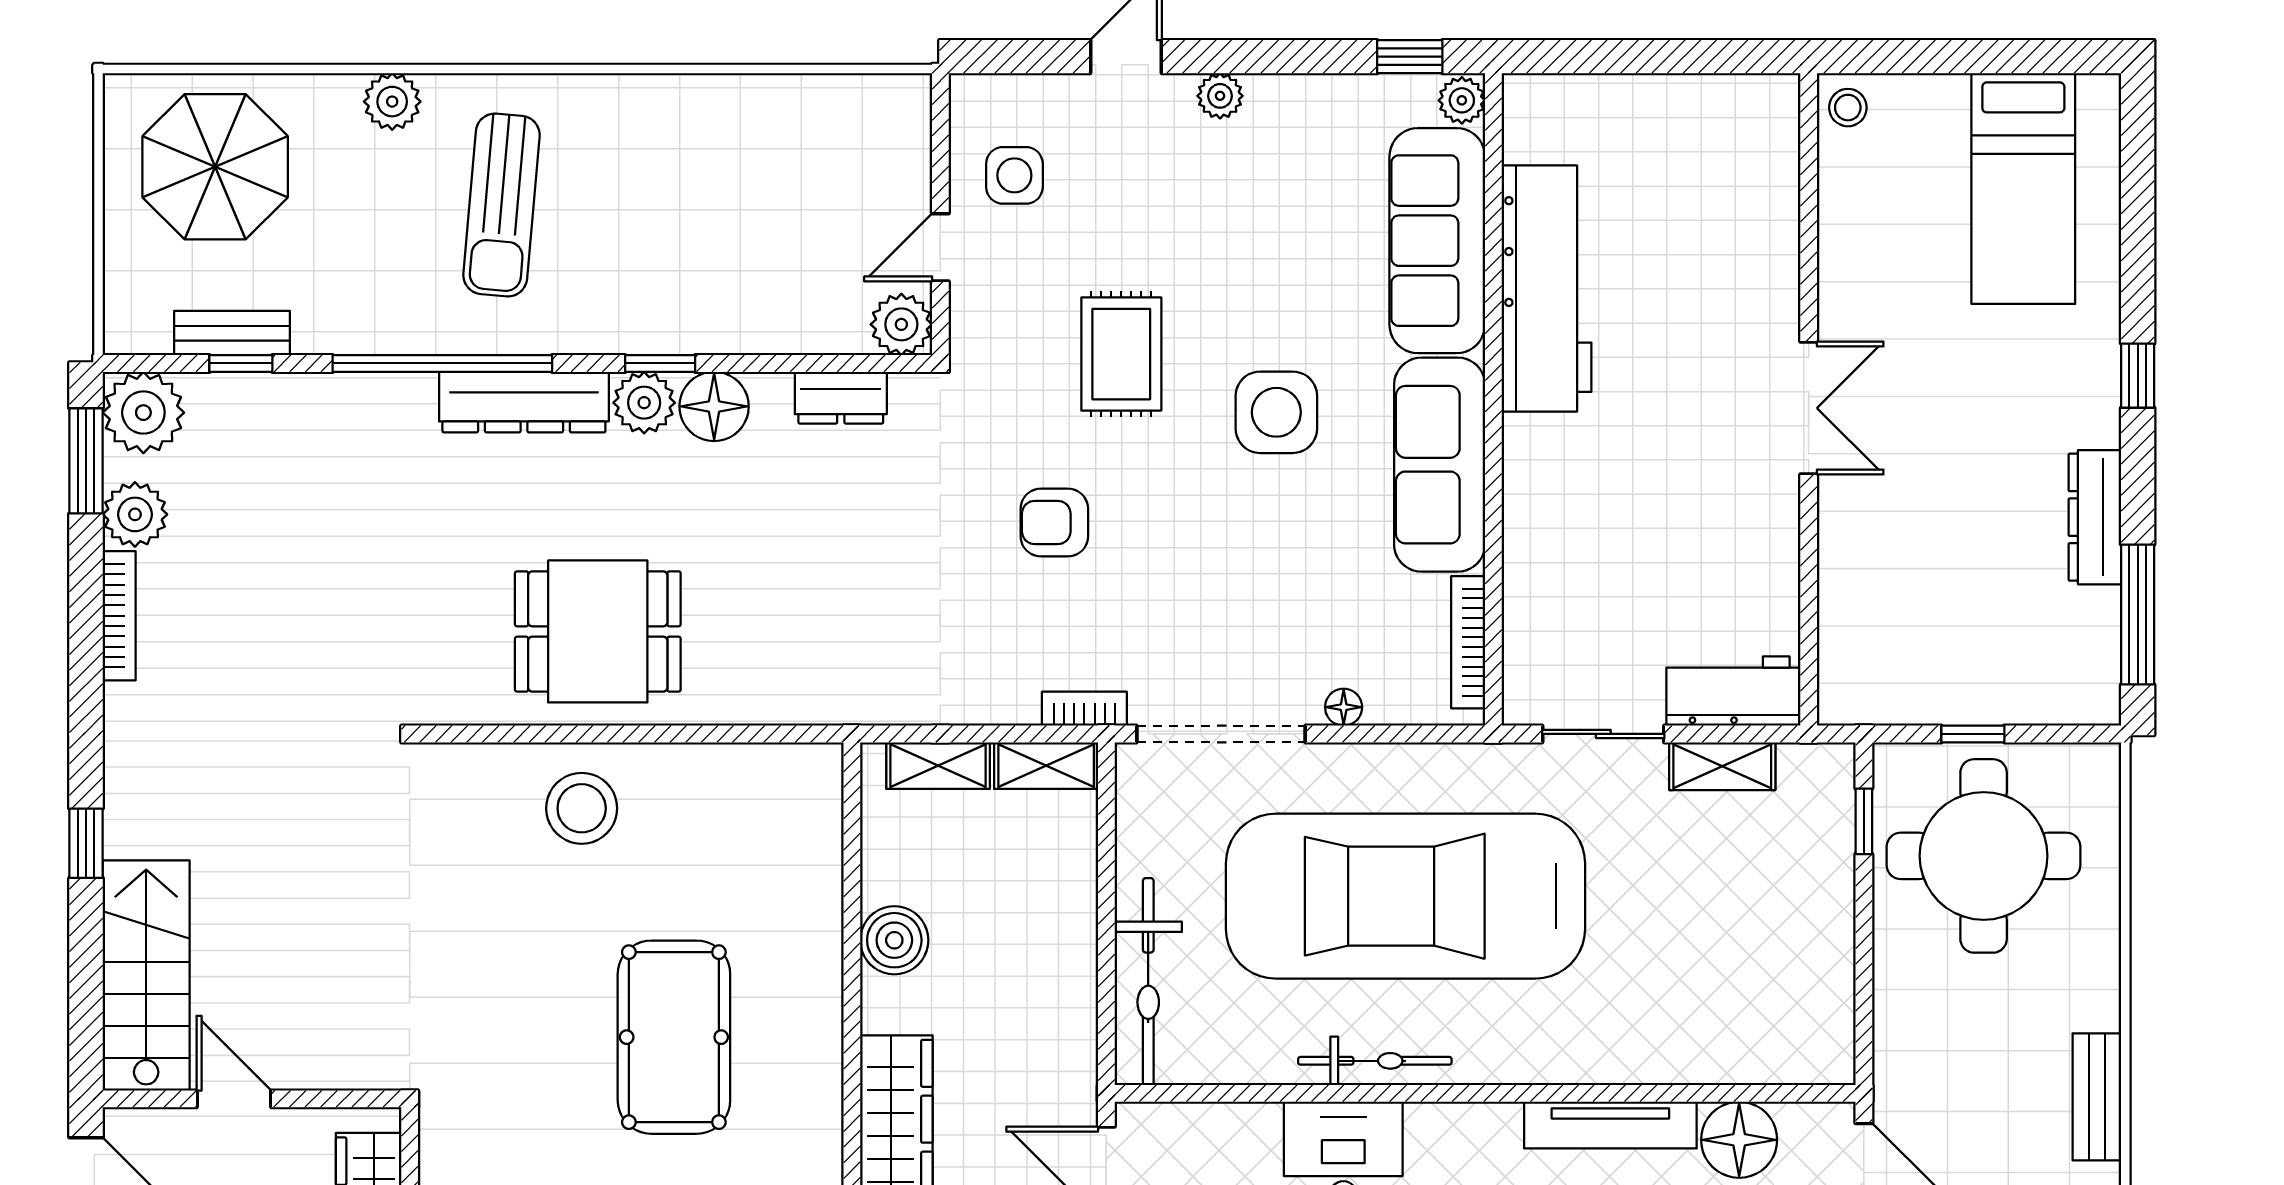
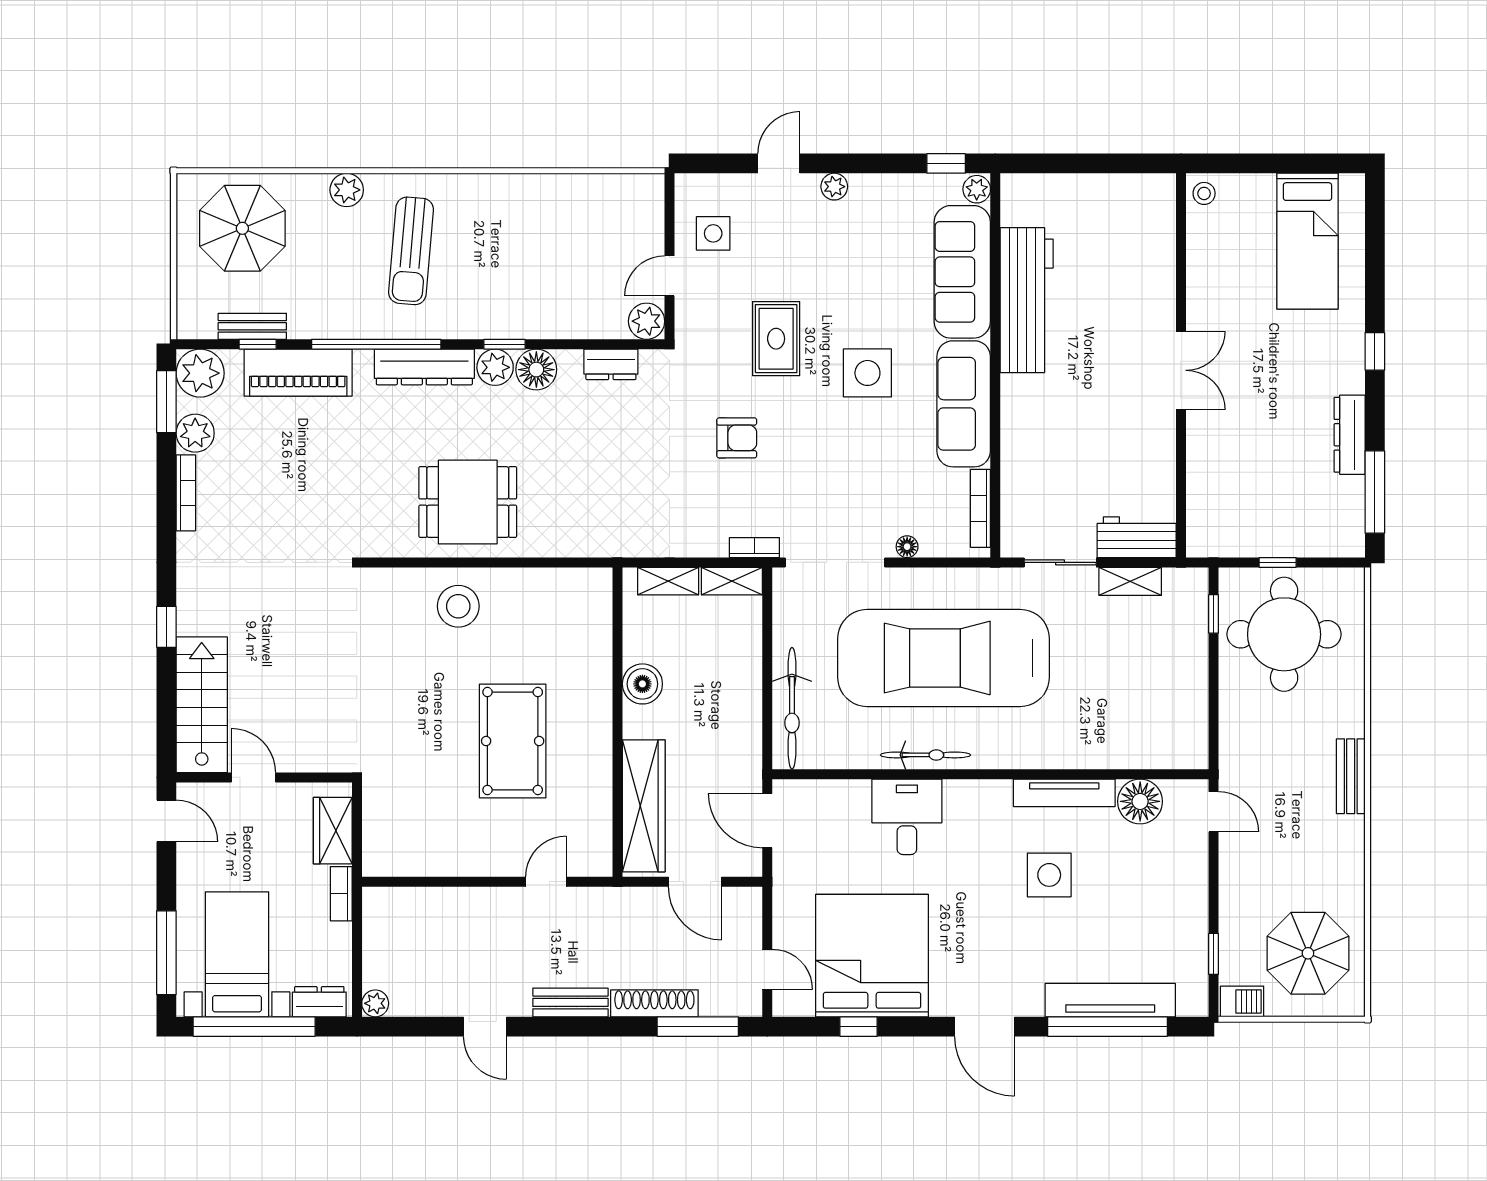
piano: (310, 412) -> (298, 373), added
armchair: (1054, 523) -> (737, 438), turned 180

